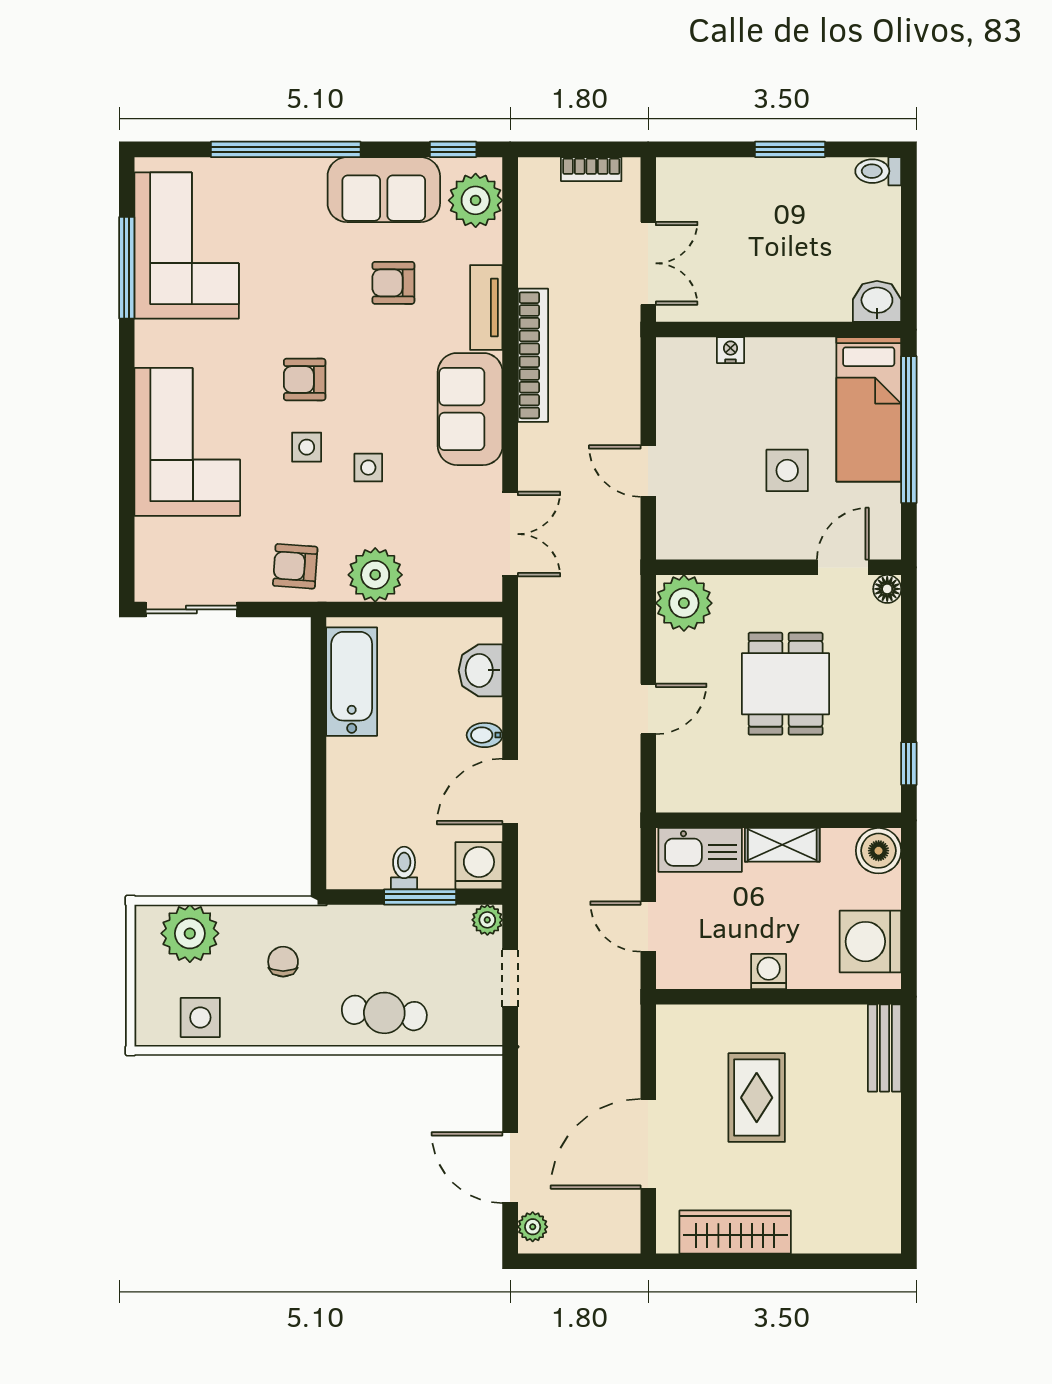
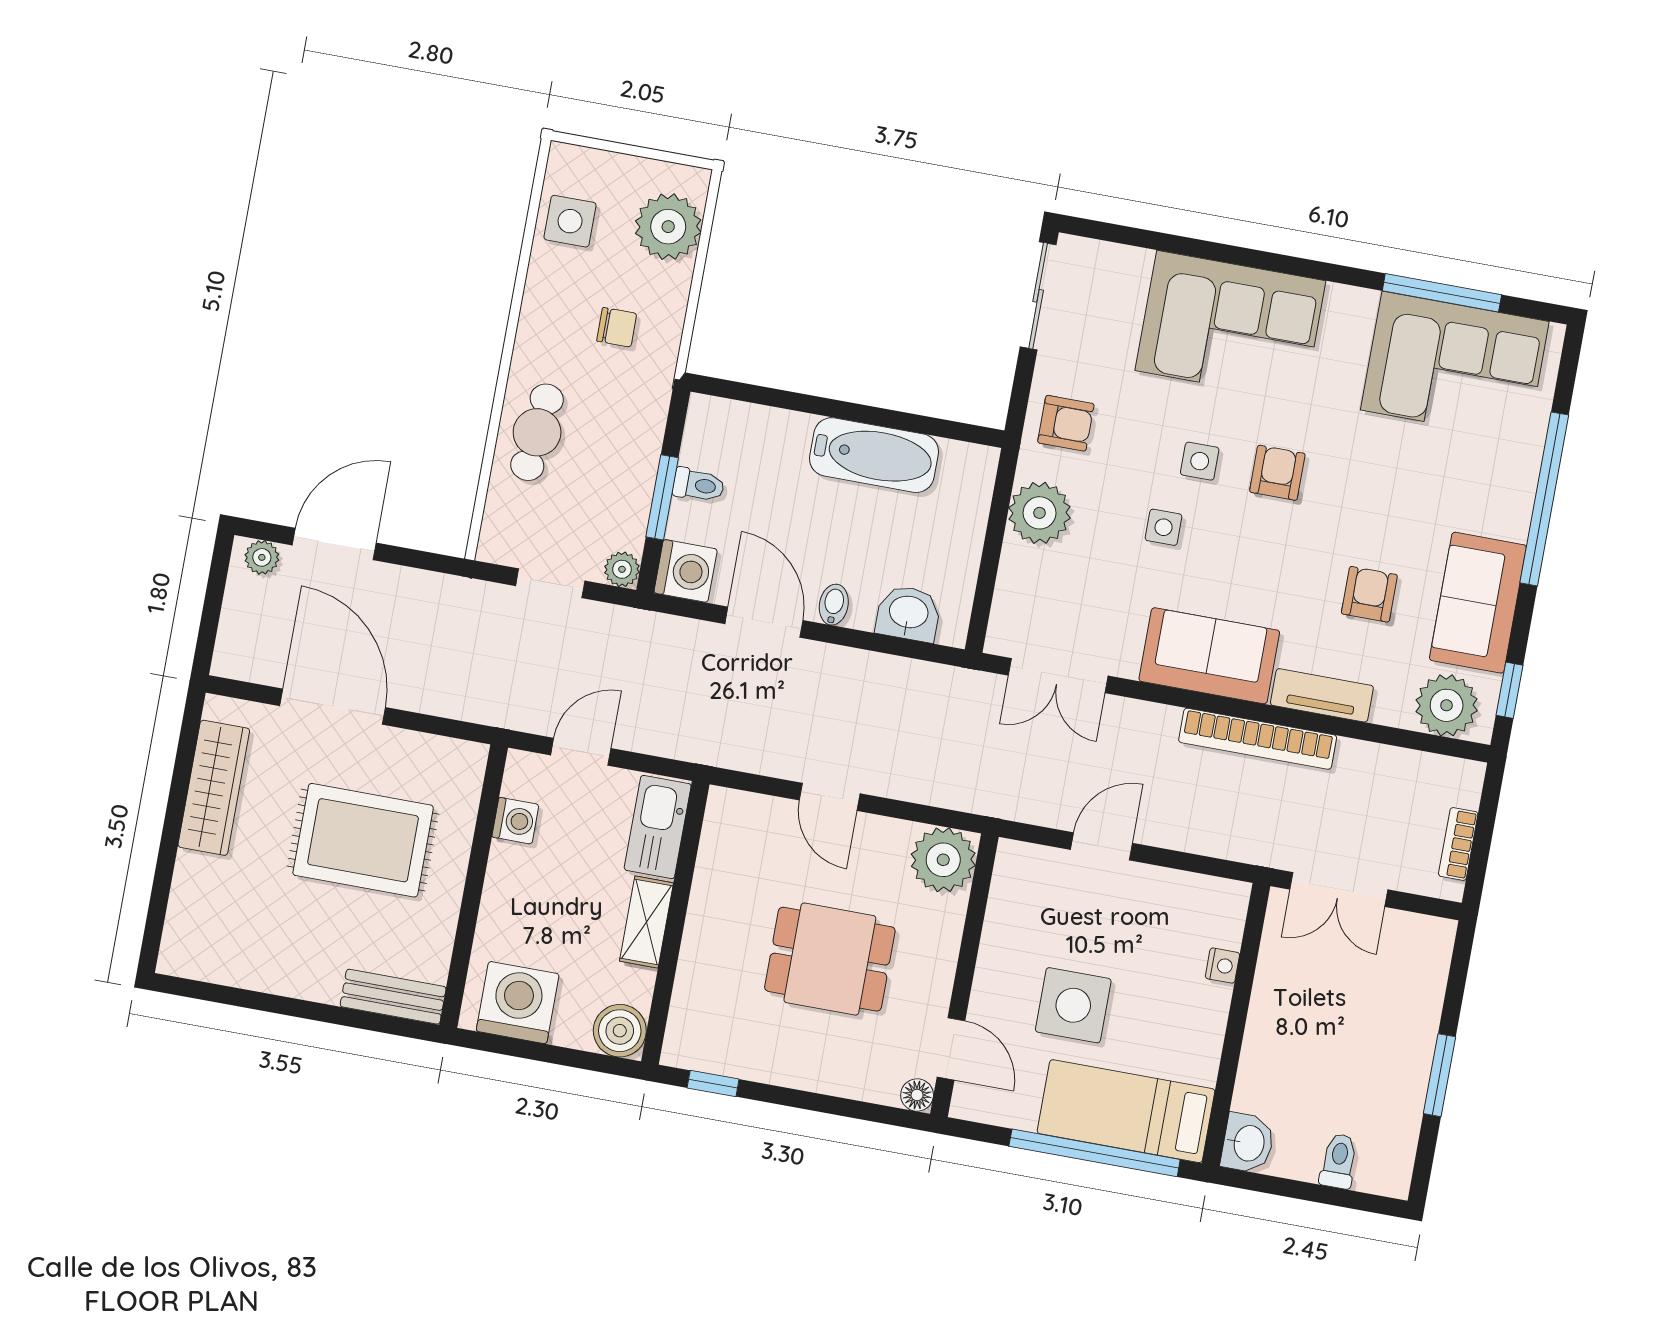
toilet: (878, 171) -> (1339, 1161), moved
side table: (787, 470) -> (1073, 1005), width x1.37, depth x1.37
armchair: (295, 566) -> (1066, 423), turned 86
bathtub: (352, 682) -> (874, 455), moved
washing machine: (769, 971) -> (515, 821), moved
rug: (757, 1098) -> (363, 840), width x1.36, depth x1.43

